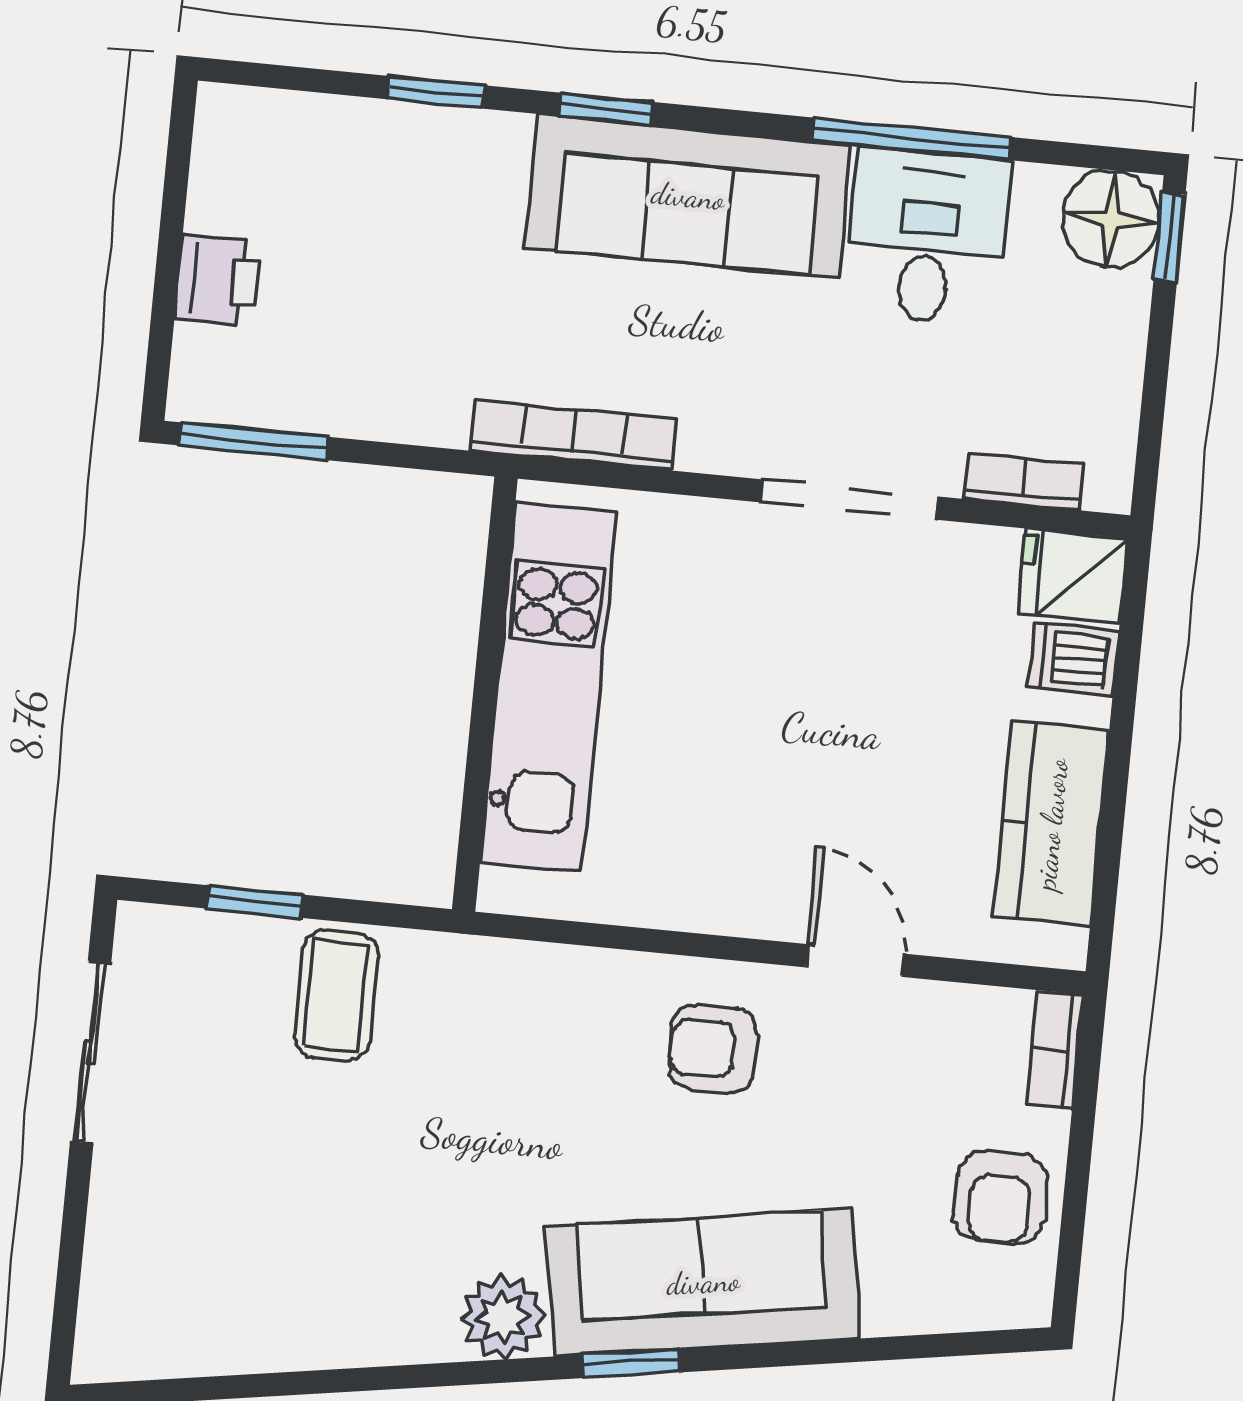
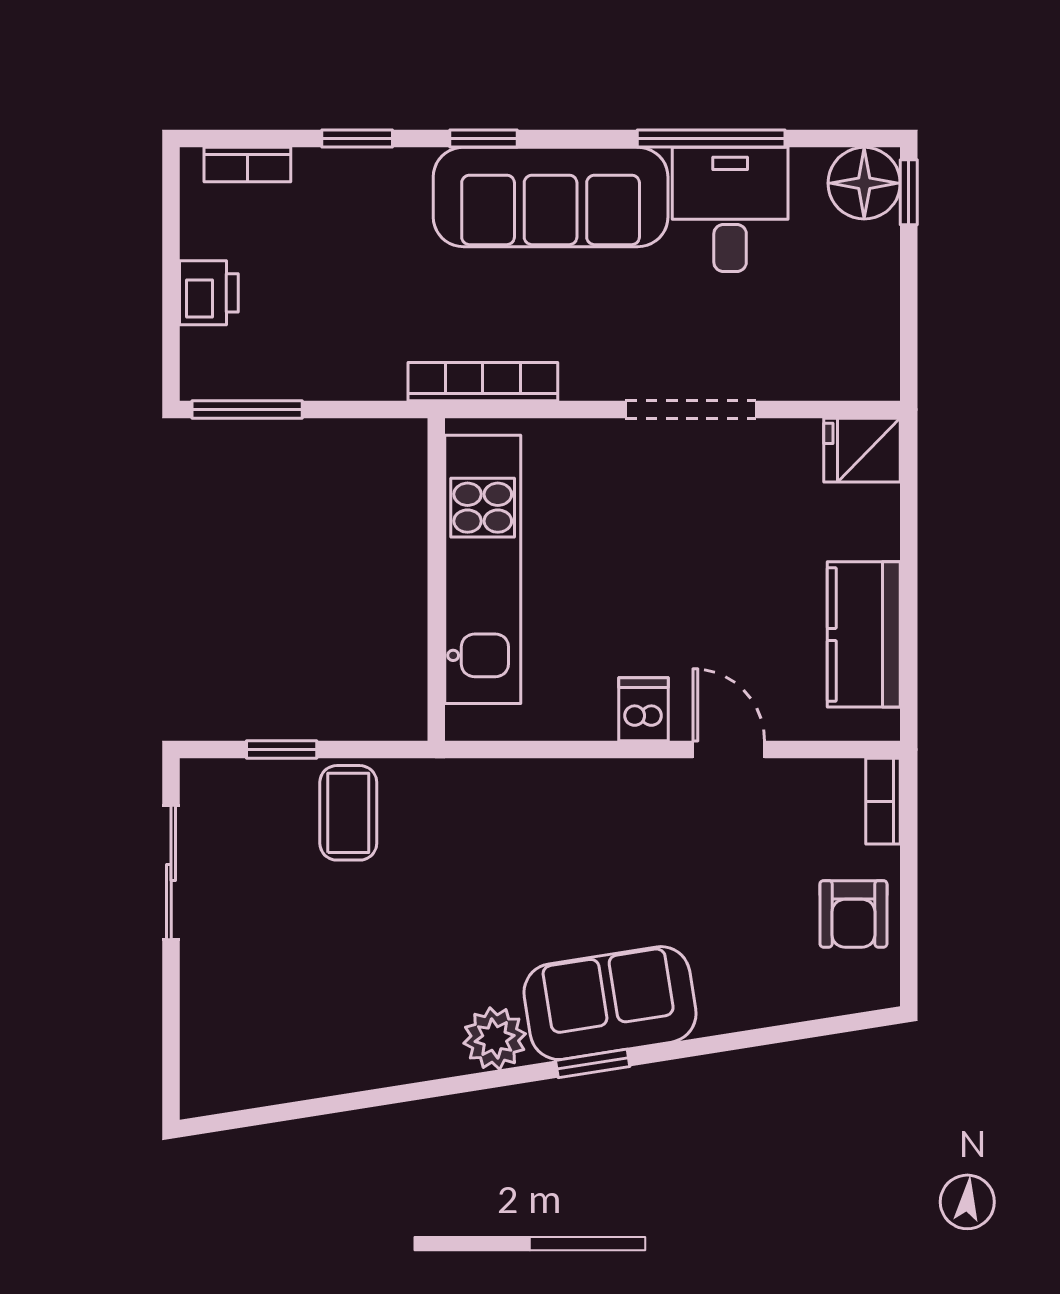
bookcase: (1024, 482) -> (247, 164), moved, turned 180
dishwasher: (1073, 659) -> (643, 709), moved, turned 90
armchair: (713, 1049) -> (630, 825), removed
sofa: (703, 1282) -> (610, 1003), width x0.73

